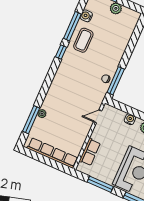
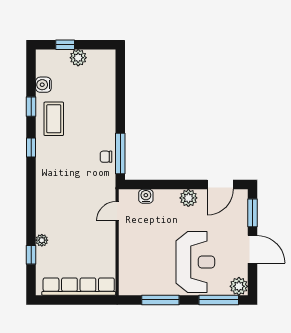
window: (72, 26) -> (31, 107), width x0.46
water cooler: (130, 119) -> (146, 196), moved
window: (31, 120) -> (31, 255), width x0.46
row of seats: (90, 152) -> (128, 263), removed

